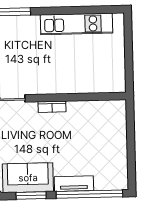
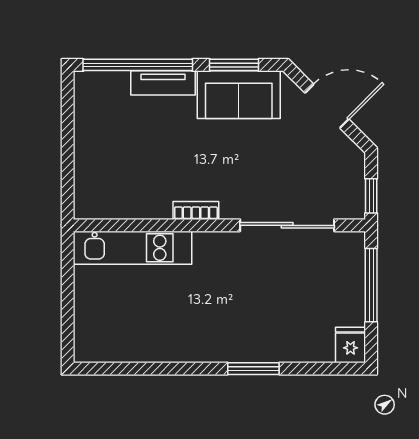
kitchen unit: (76, 24) -> (133, 248), moved, turned 180

